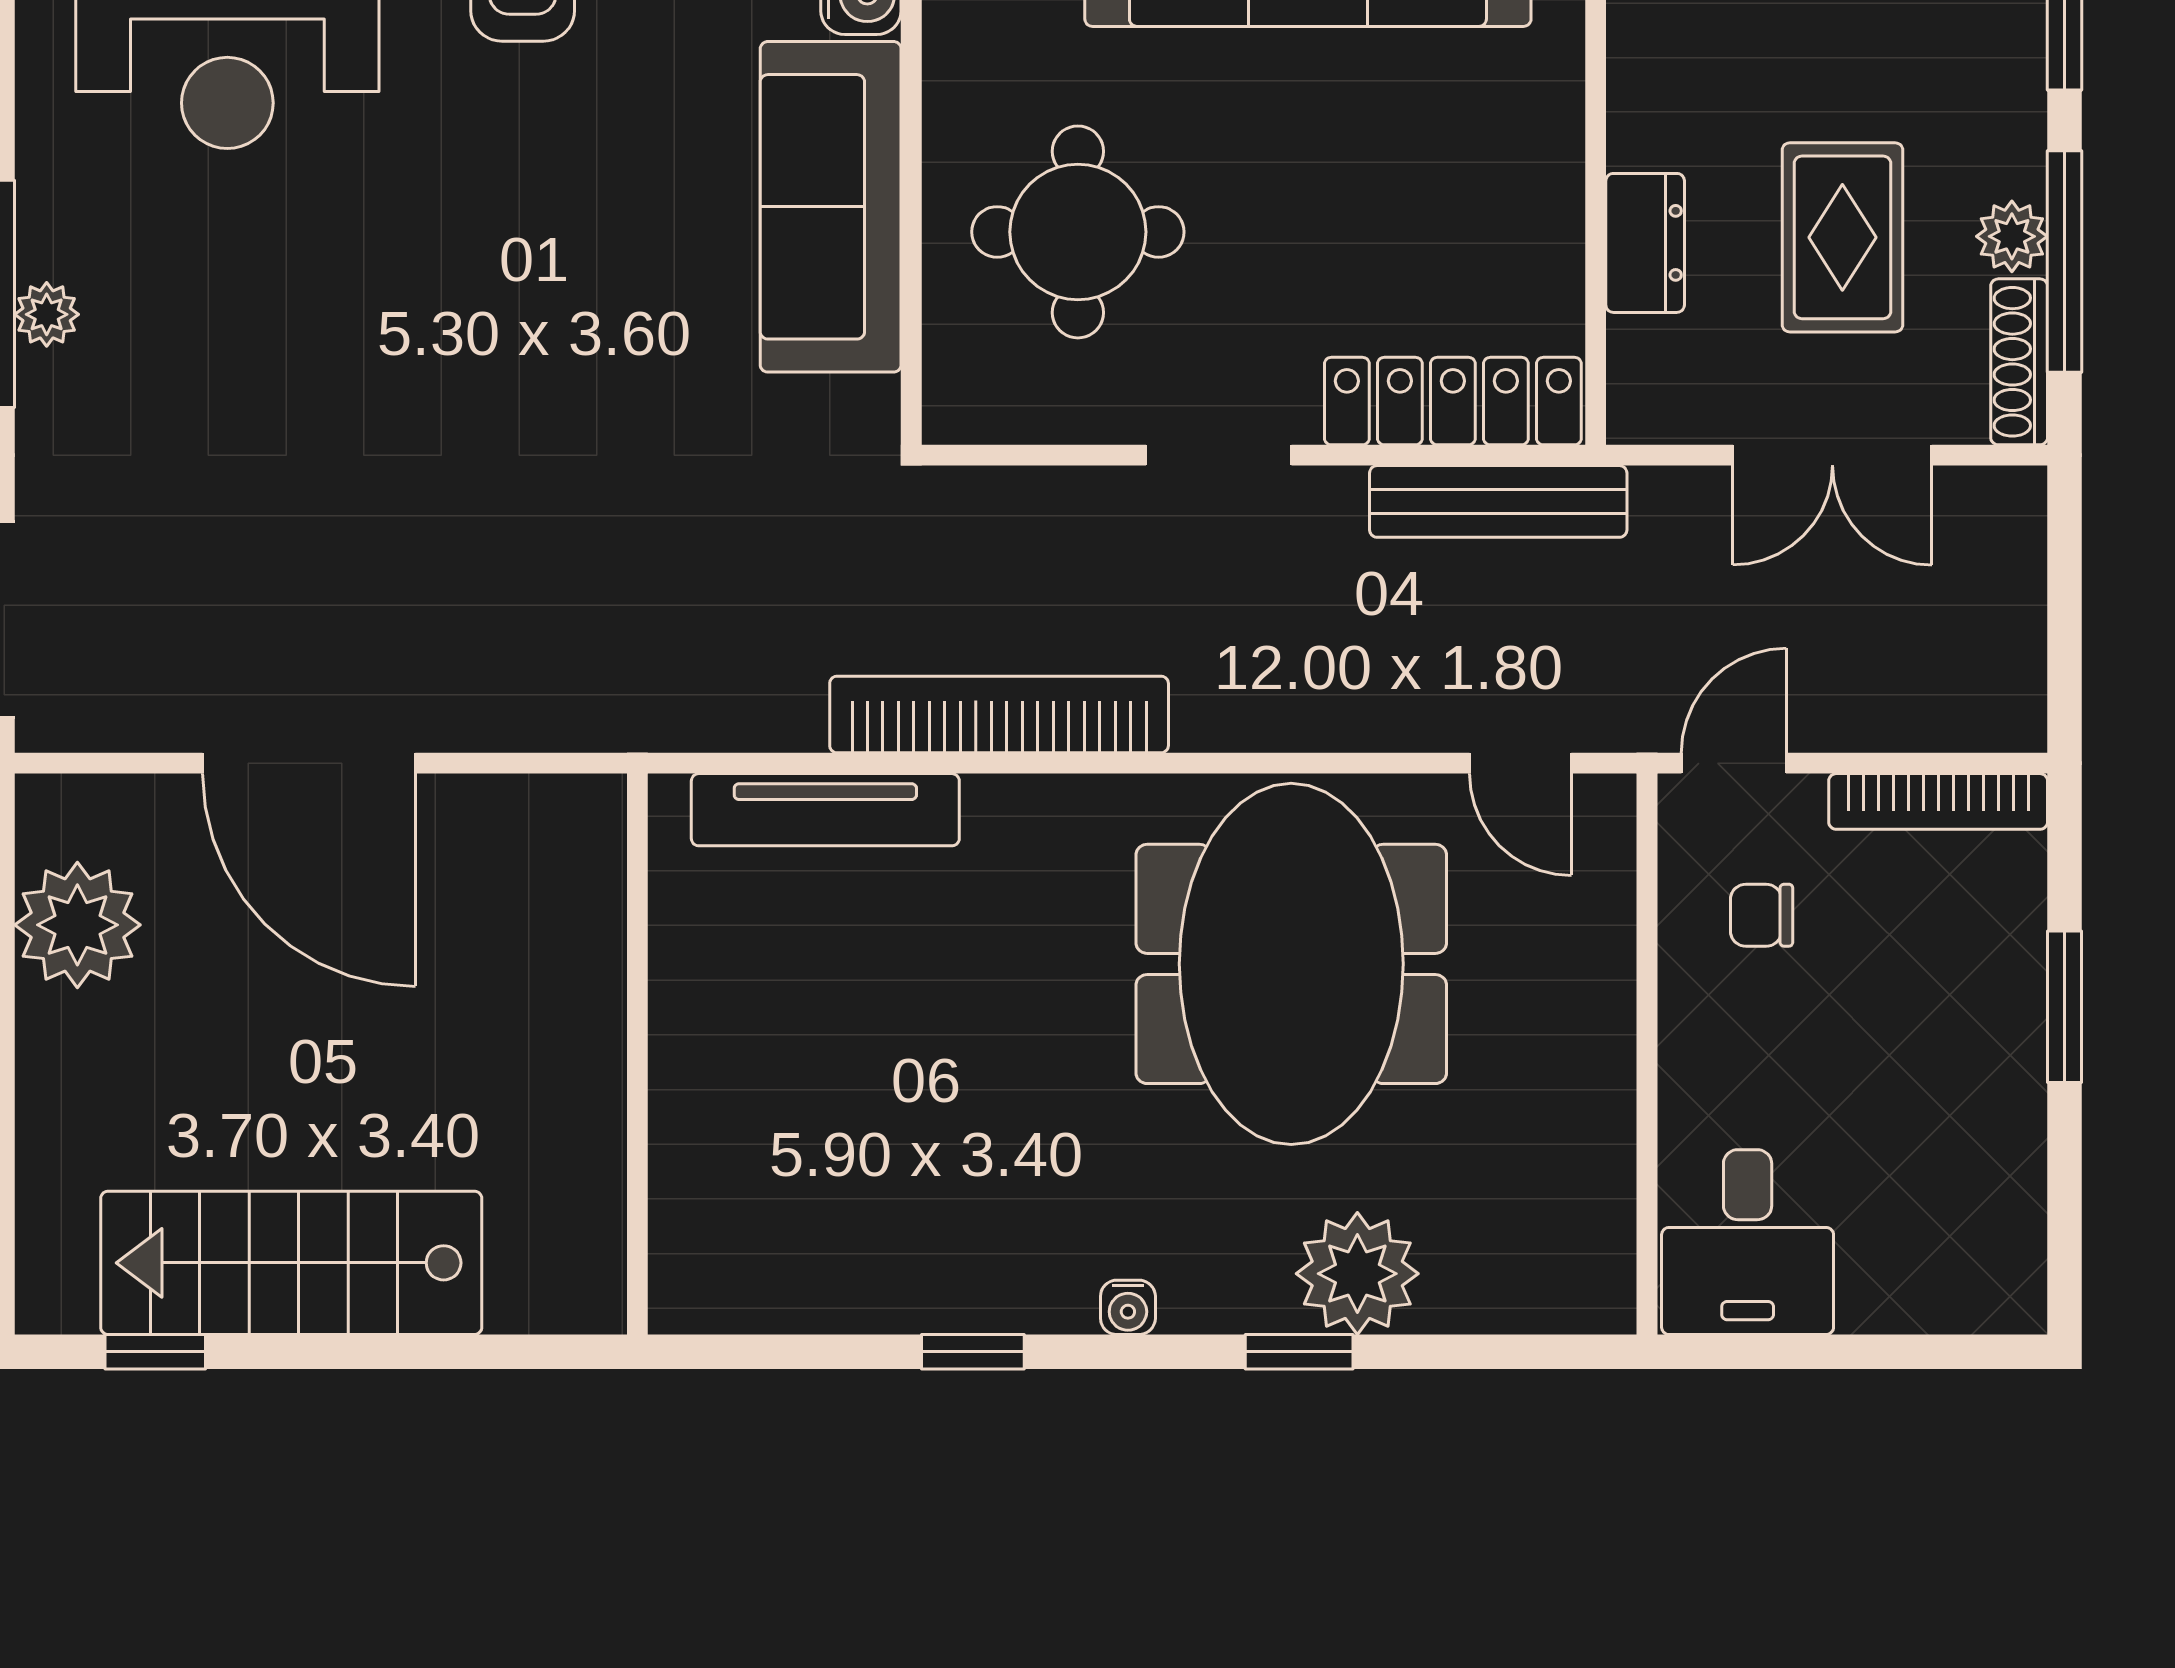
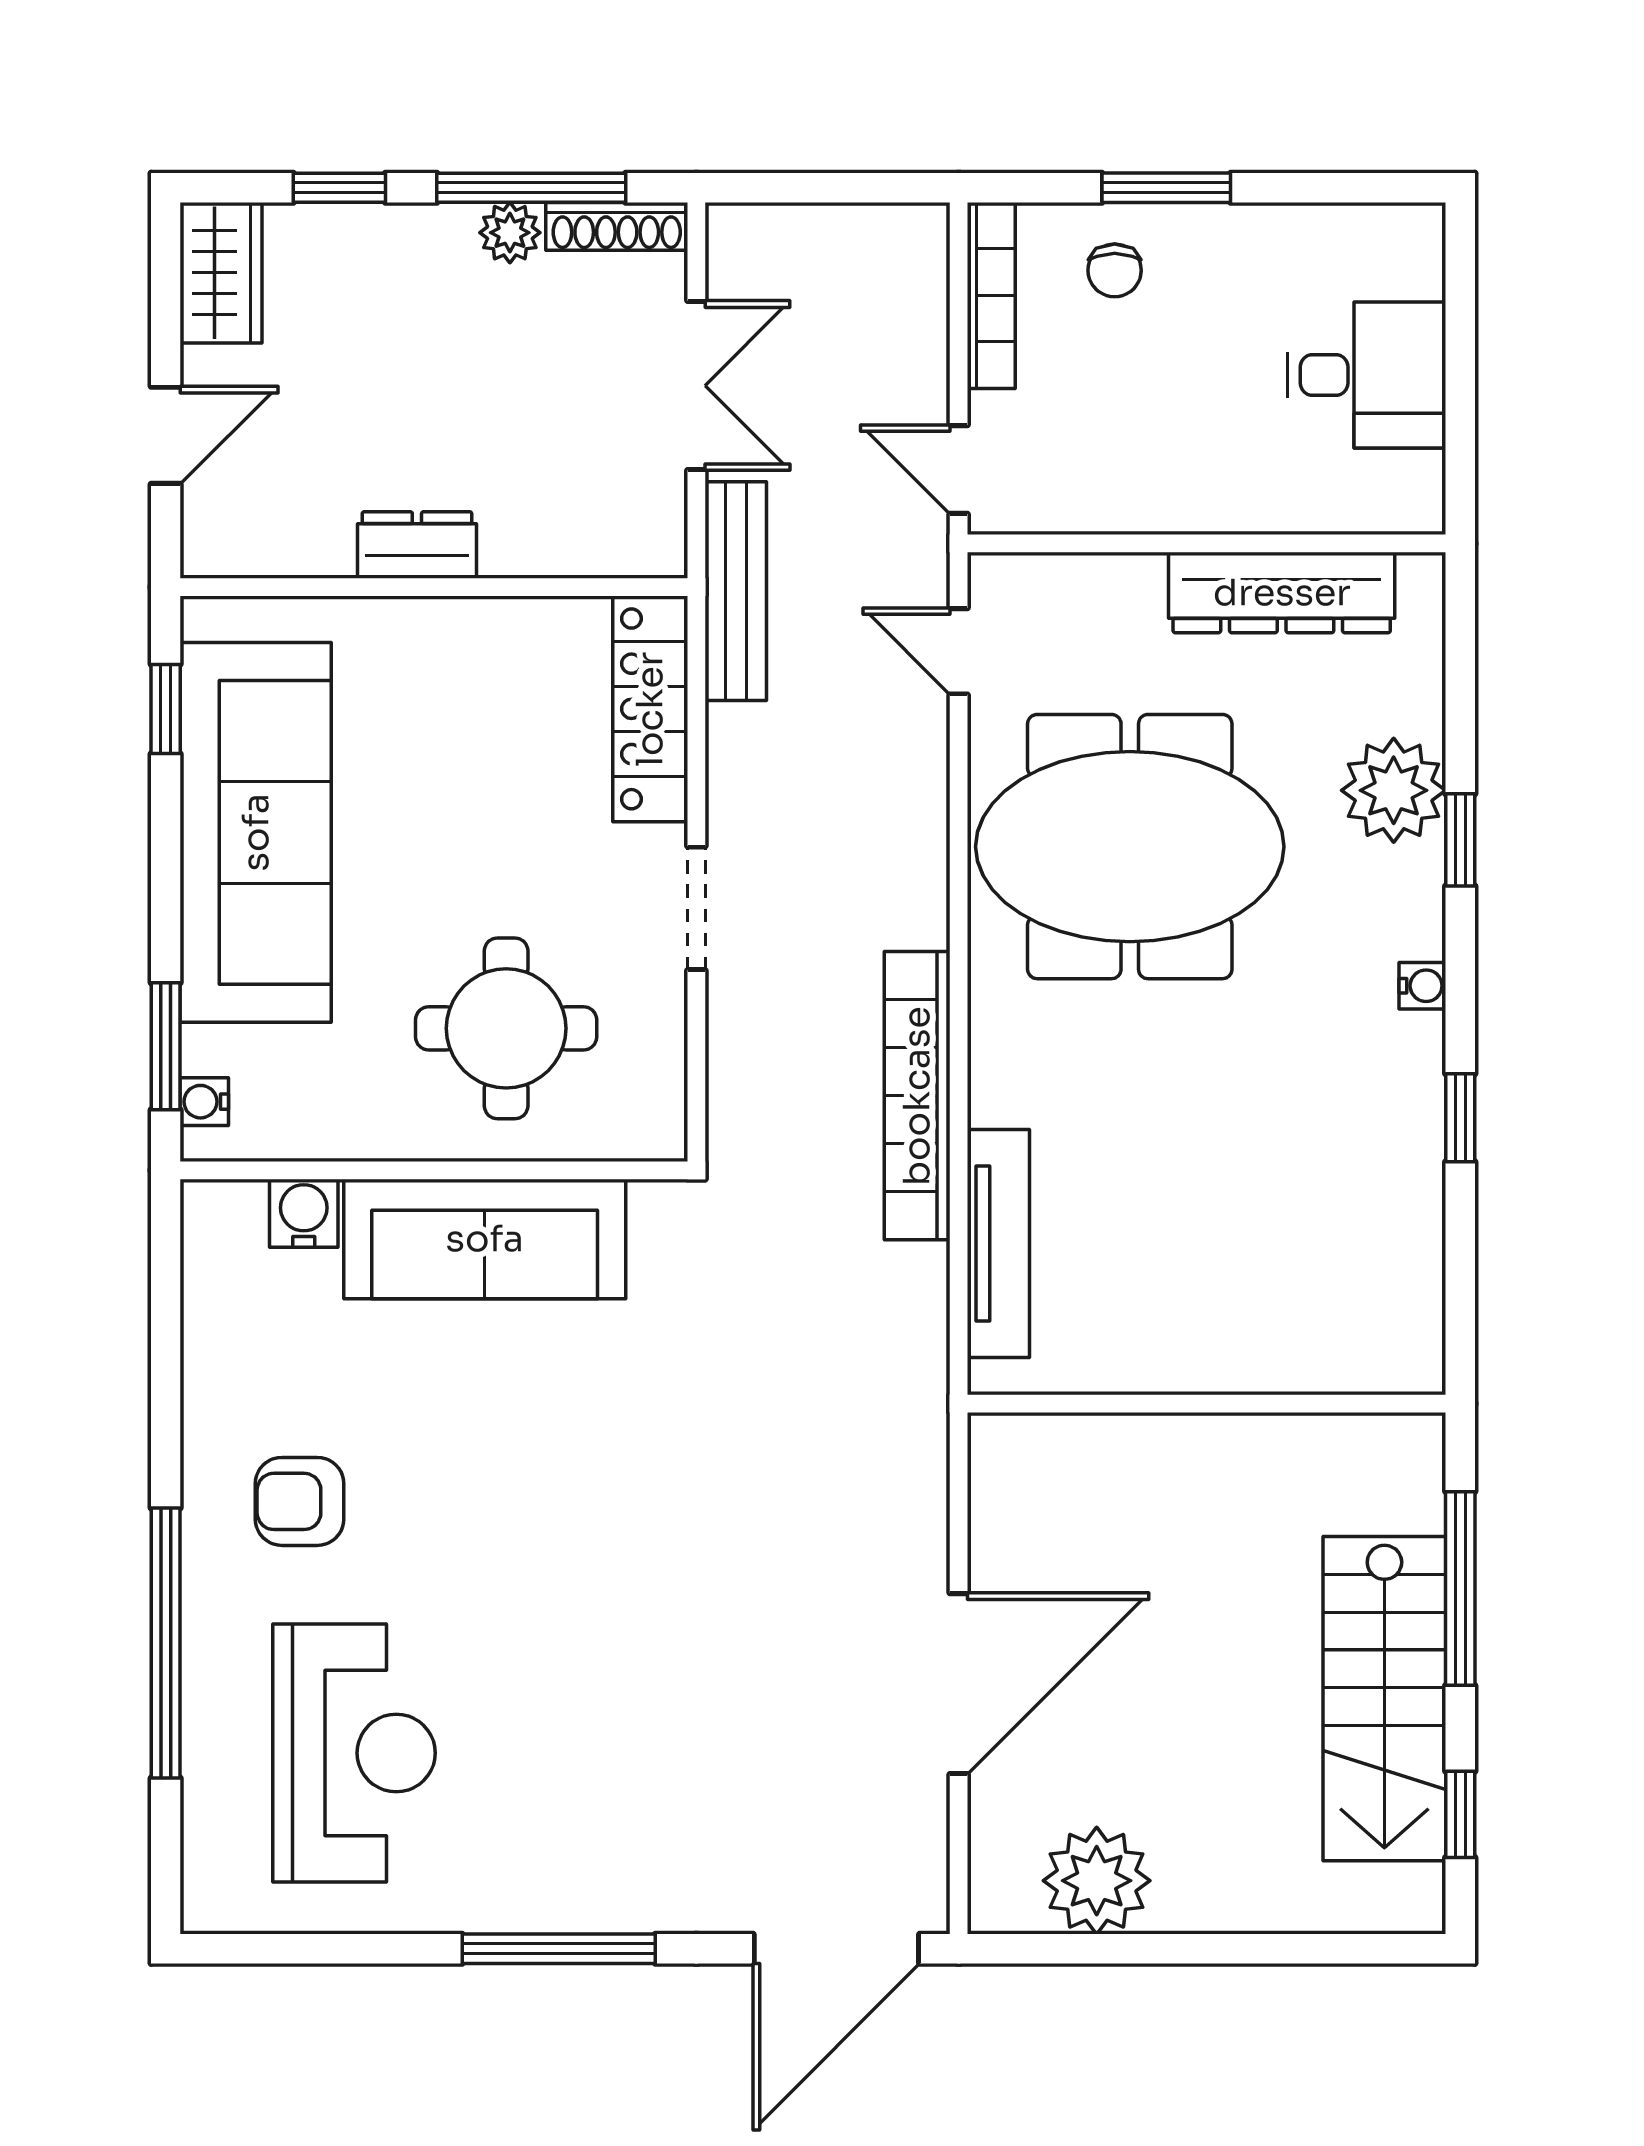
rug: (1842, 237) -> (511, 377), removed
dresser: (1645, 243) -> (417, 545), moved
plant: (47, 314) -> (576, 1907), removed
bench: (1498, 501) -> (736, 591), moved
door: (1520, 763) -> (959, 651), swing flipped
chair: (1762, 915) -> (1115, 270), moved
dresser: (1589, 1142) -> (1282, 593), added
desk: (1748, 1242) -> (1367, 375), moved
window: (420, 1352) -> (1460, 1588), added

